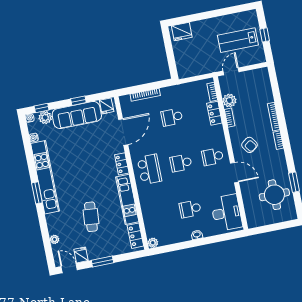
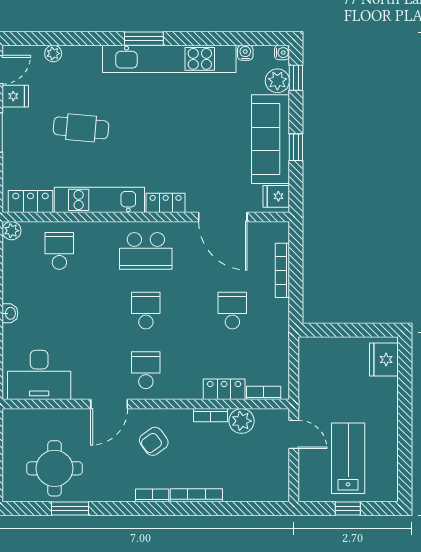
school desk: (190, 209) -> (59, 251), moved

